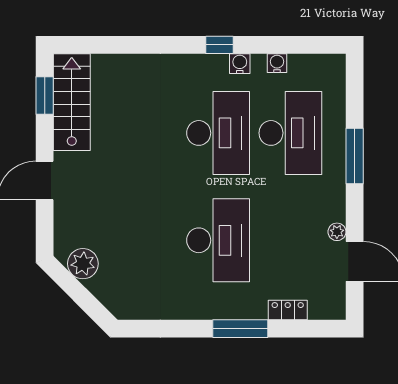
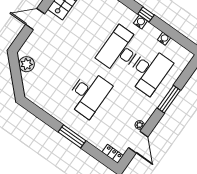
water cooler: (240, 64) -> (140, 22), moved
desk: (218, 133) -> (120, 50), turned 180
locker: (288, 310) -> (113, 154), moved

